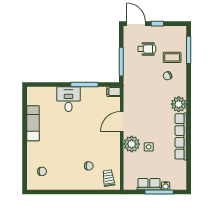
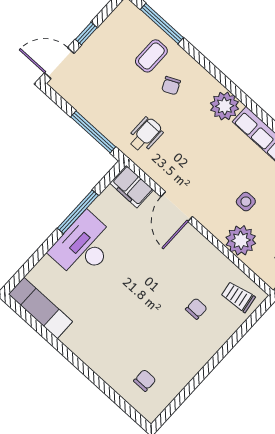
wheelchair: (147, 49) -> (145, 135), moved
filing cabinet: (114, 92) -> (132, 187), width x2.00
desk: (69, 99) -> (84, 246), width x1.37
exam couch: (33, 123) -> (40, 308), moved
plant: (132, 144) -> (241, 240), moved

